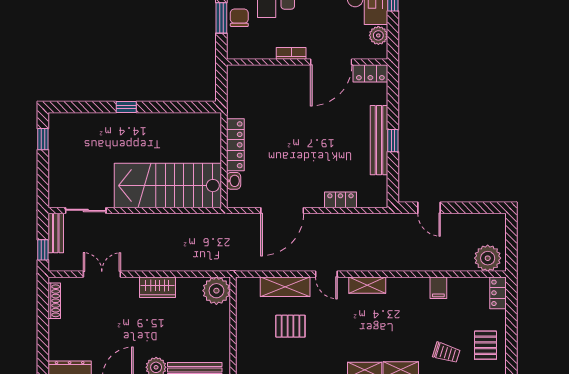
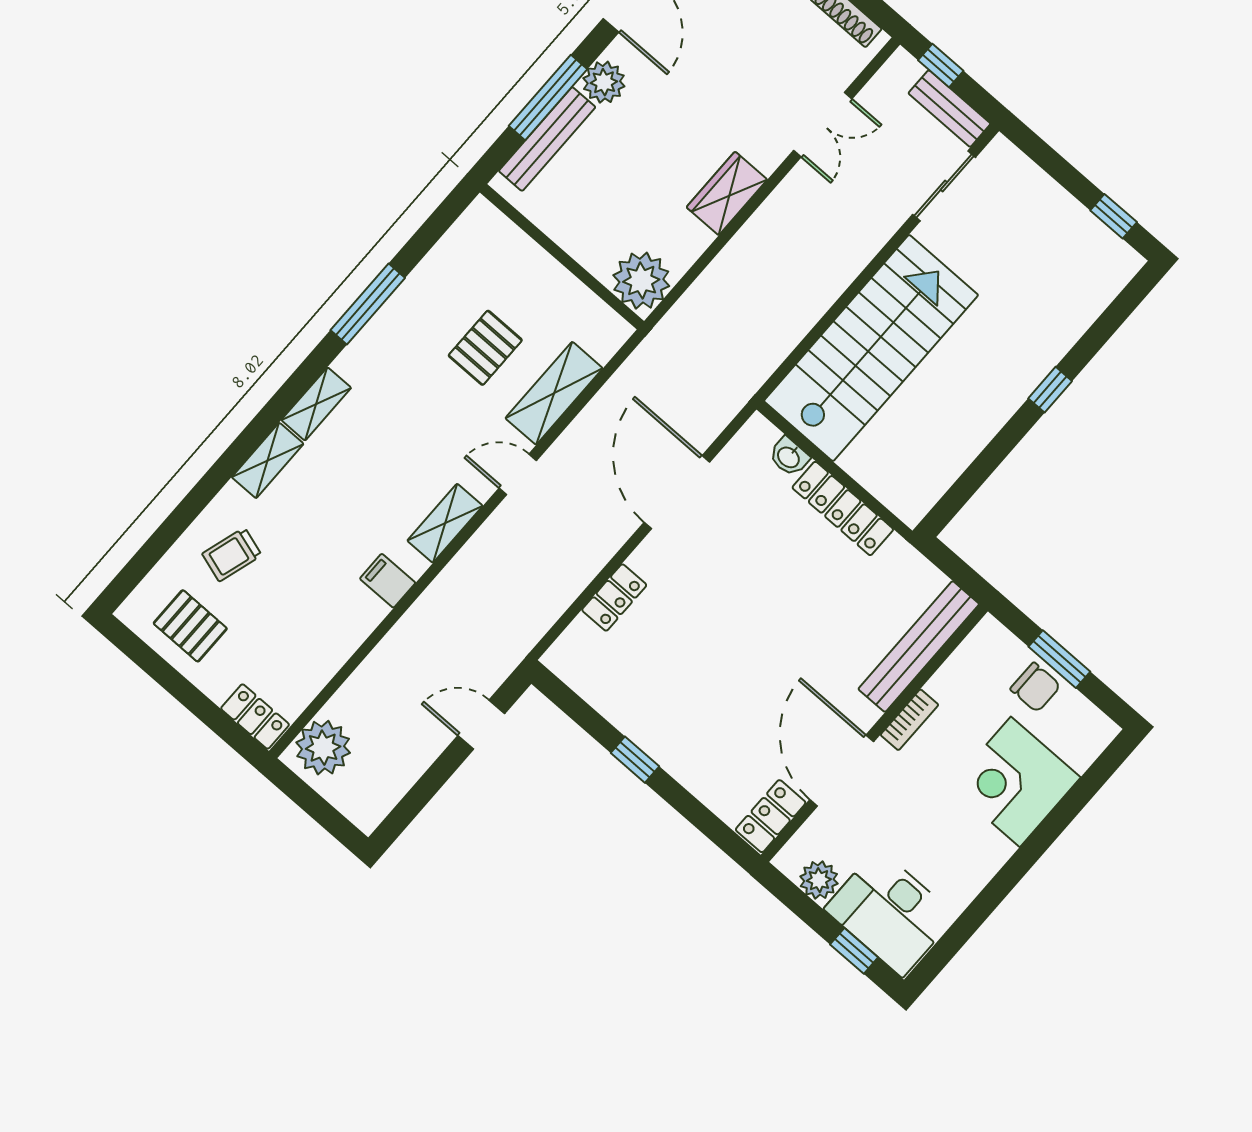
bench: (379, 140) -> (919, 647), moved, turned 90
filing cabinet: (438, 288) -> (388, 581), moved

